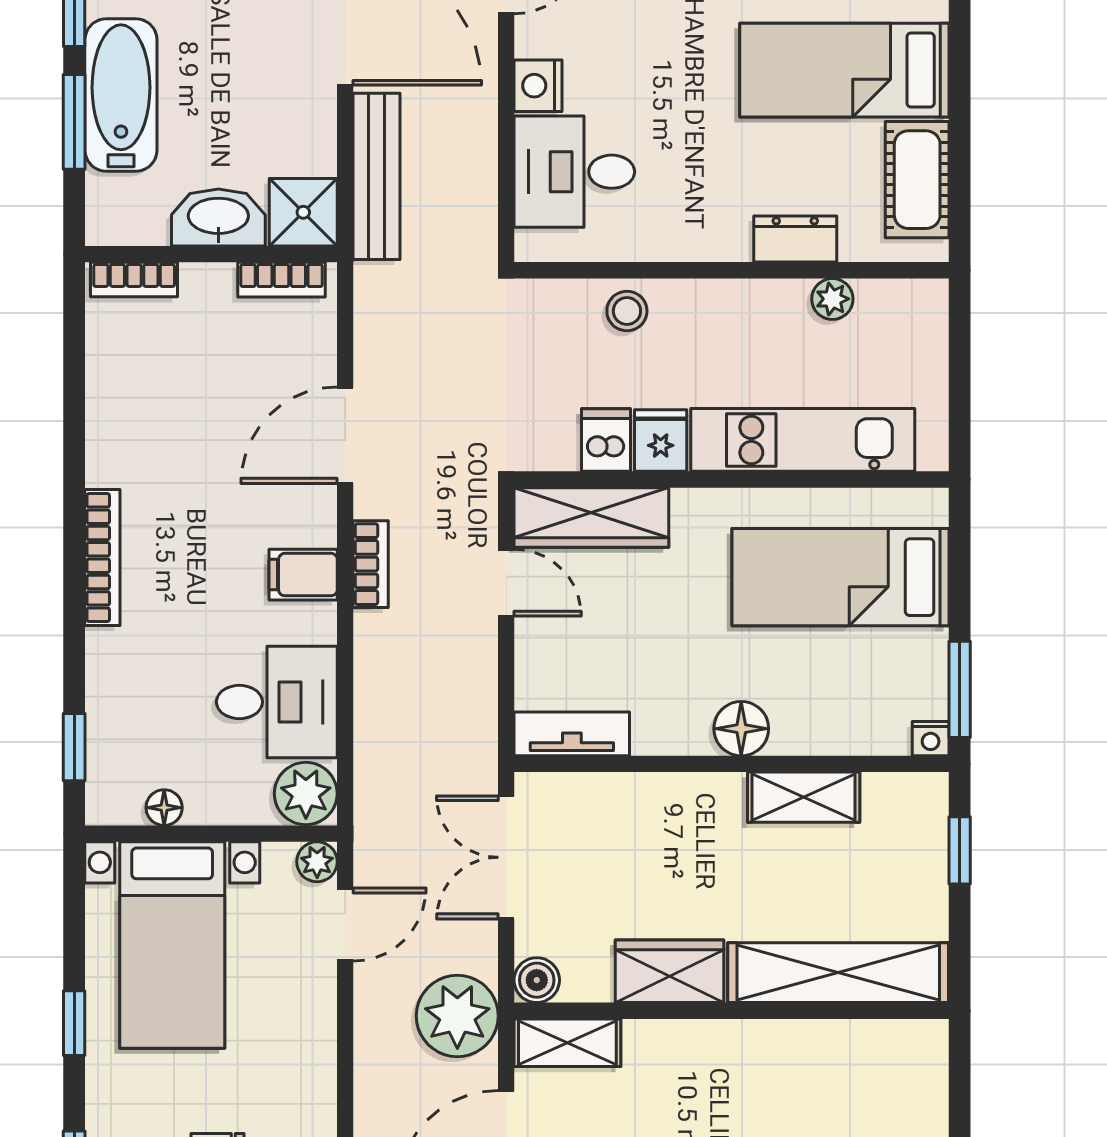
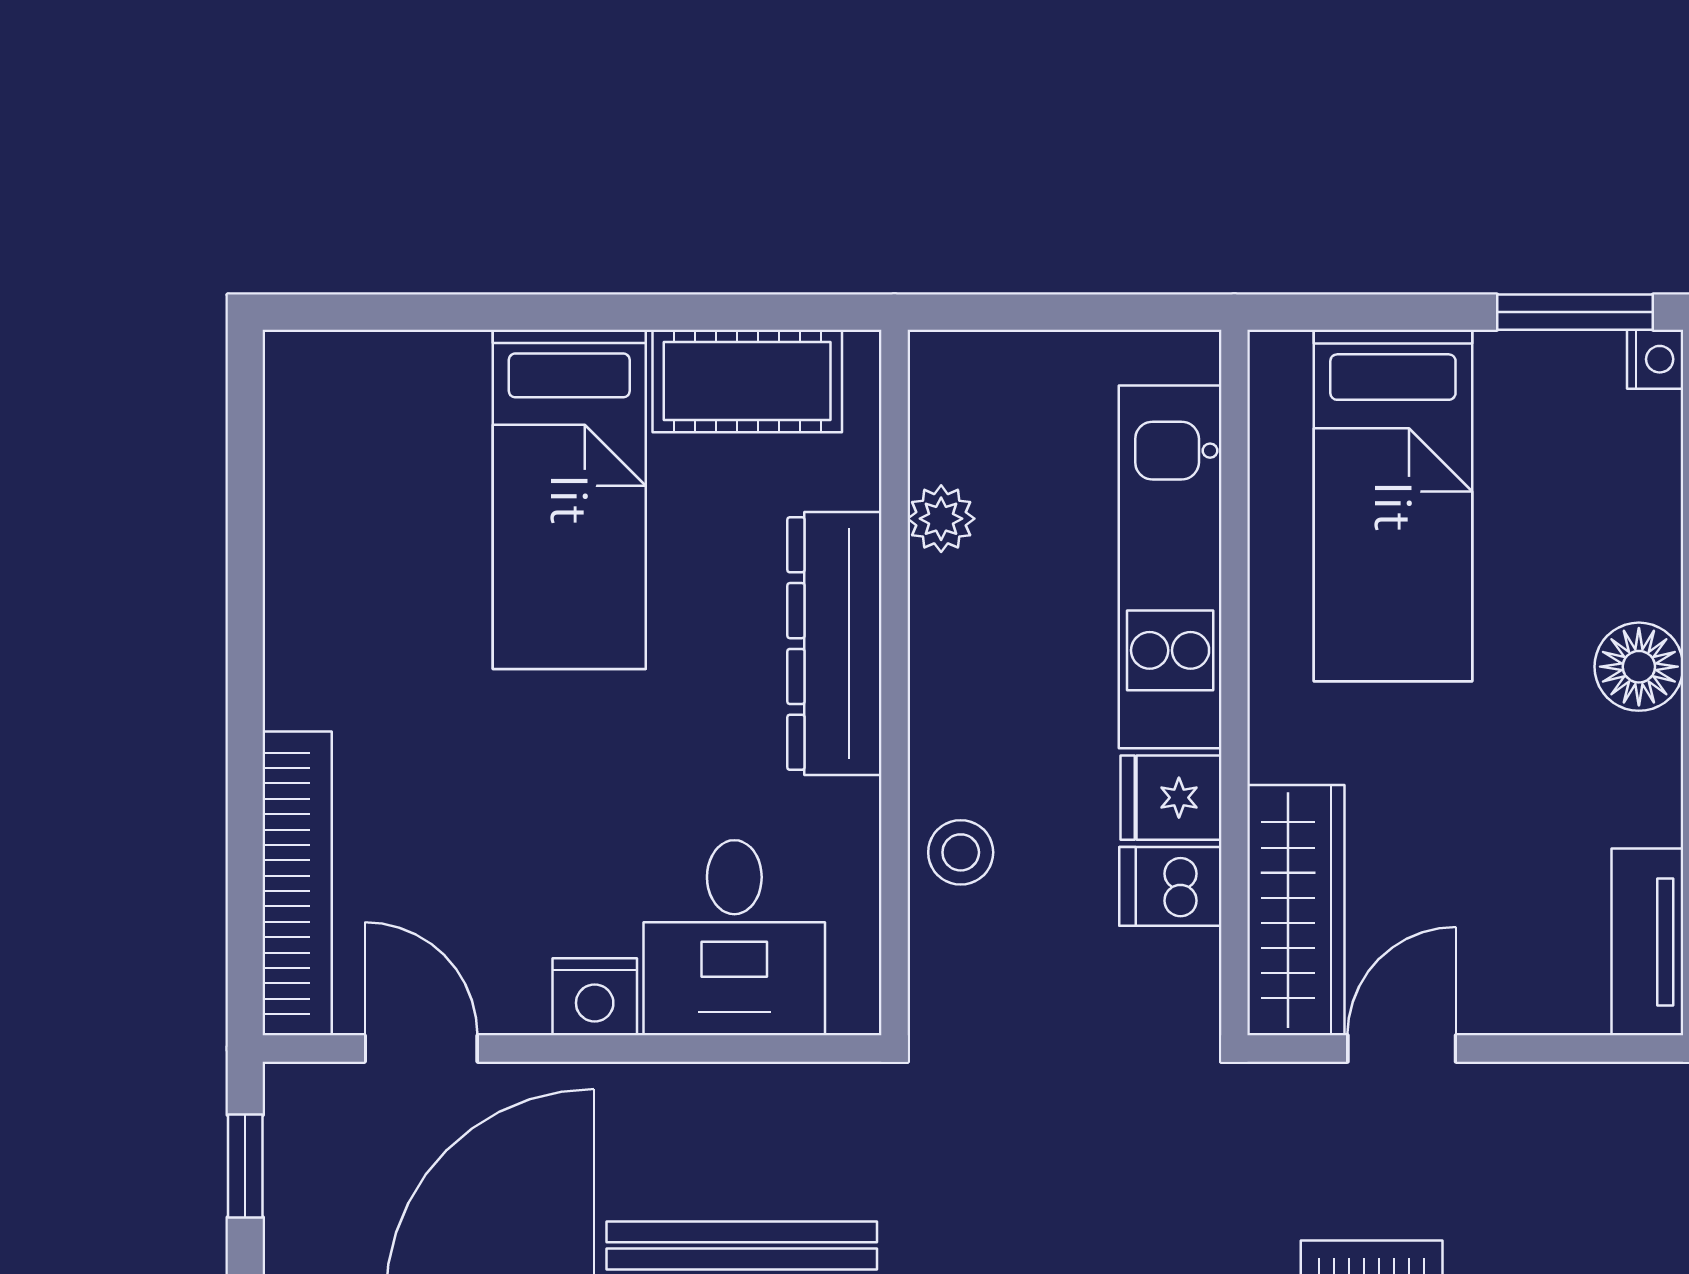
dresser: (795, 239) -> (834, 644), width x1.96, depth x1.24

